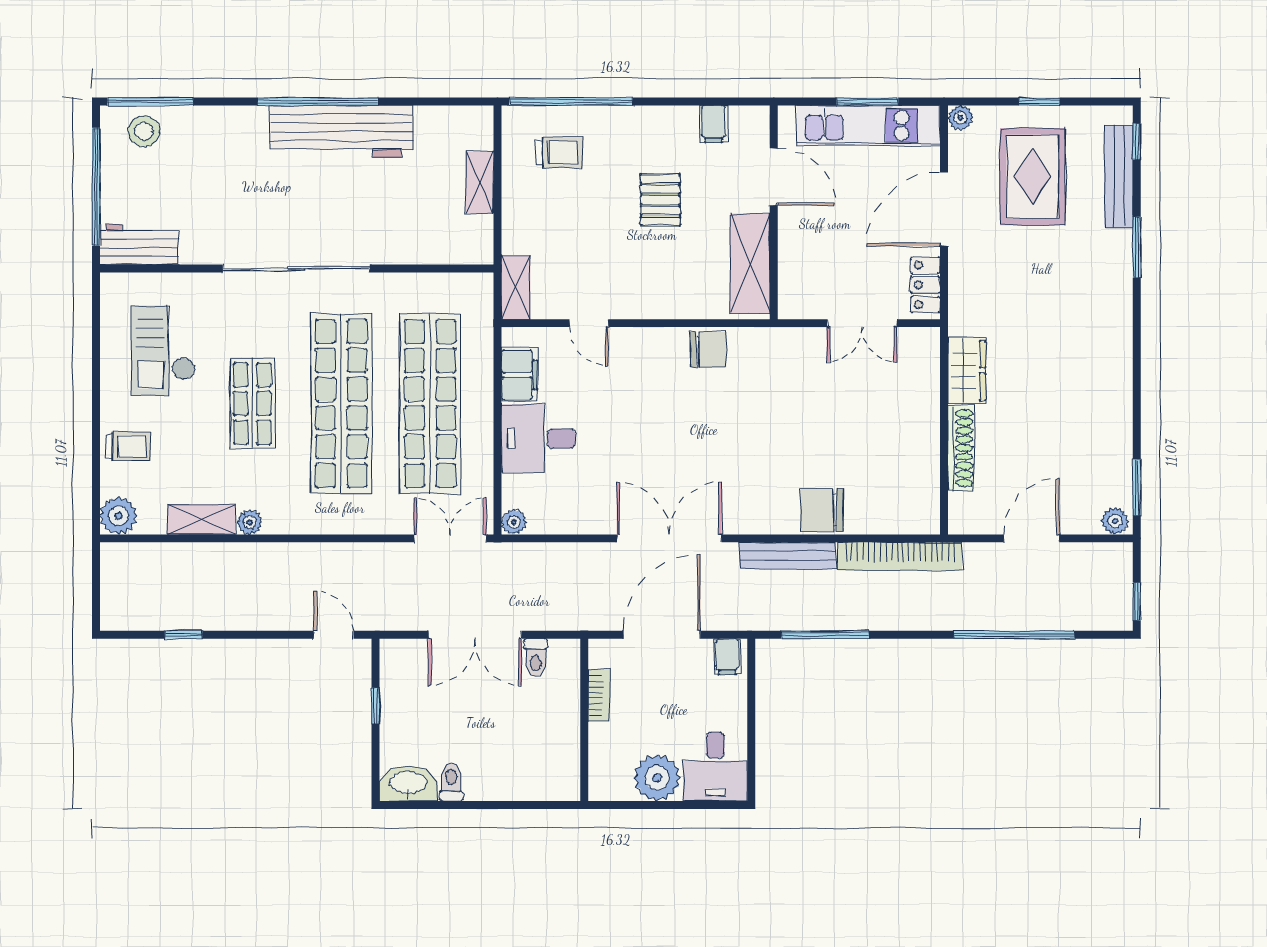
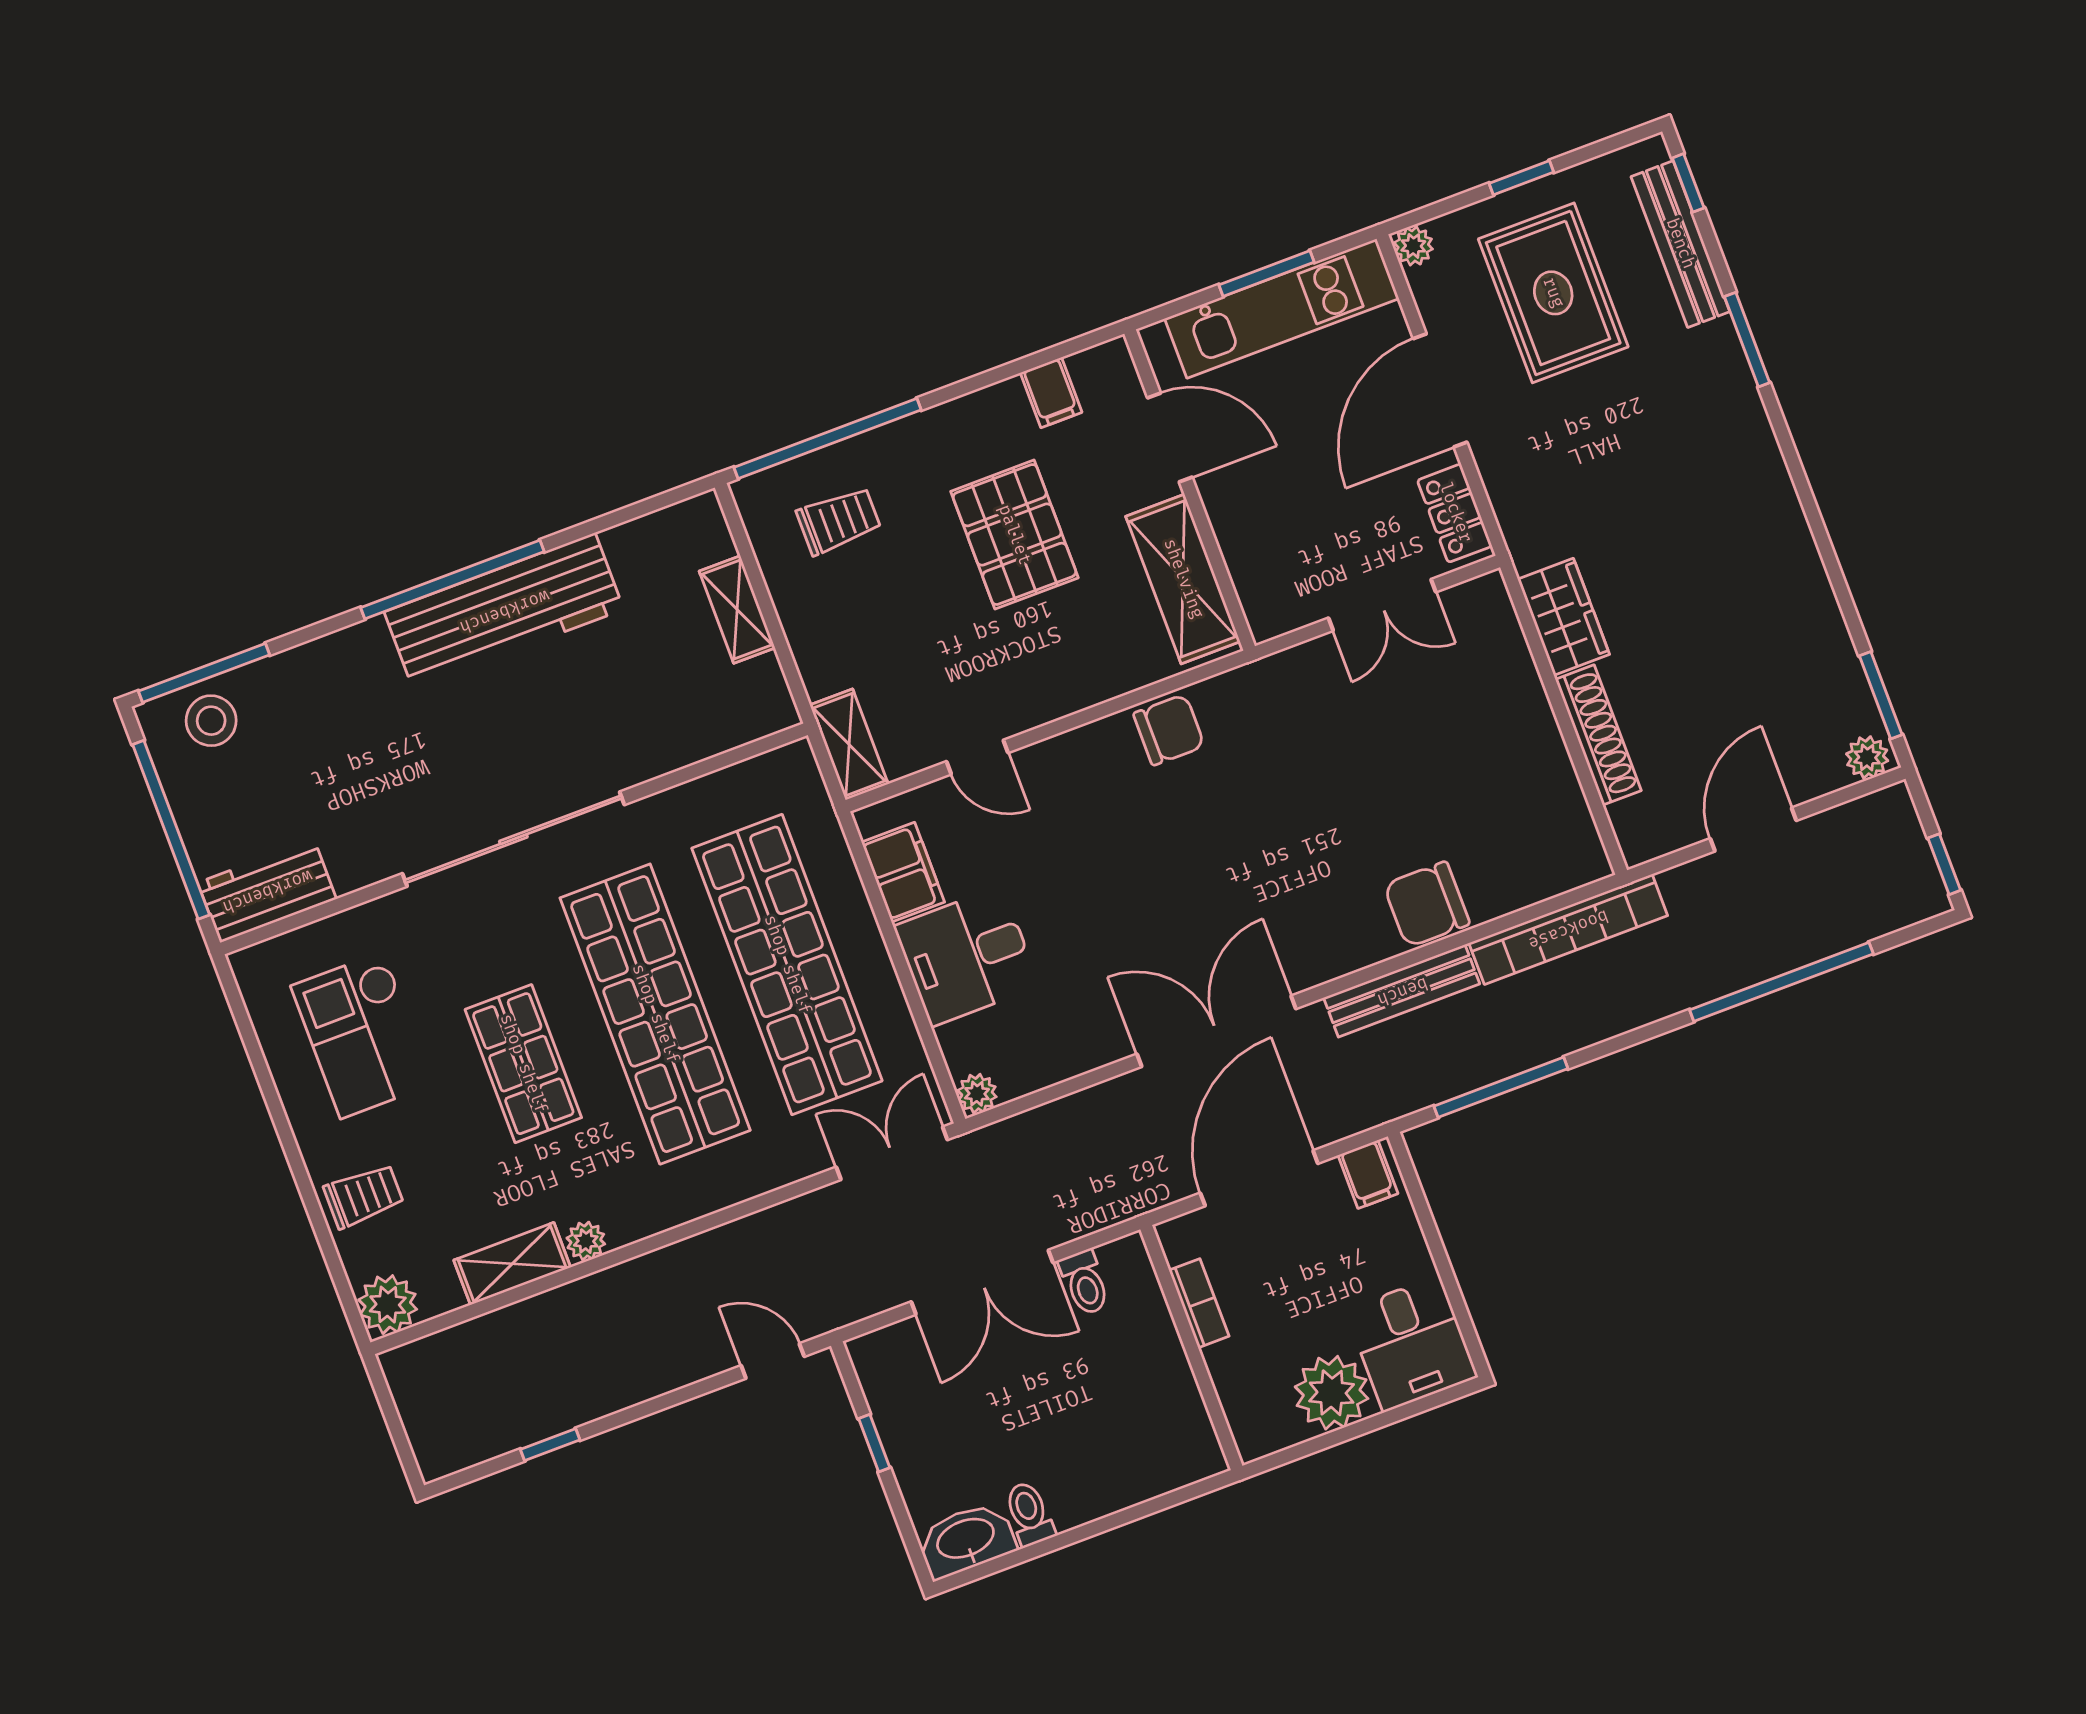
pallet: (660, 200) -> (1014, 535), width x1.50, depth x1.42

